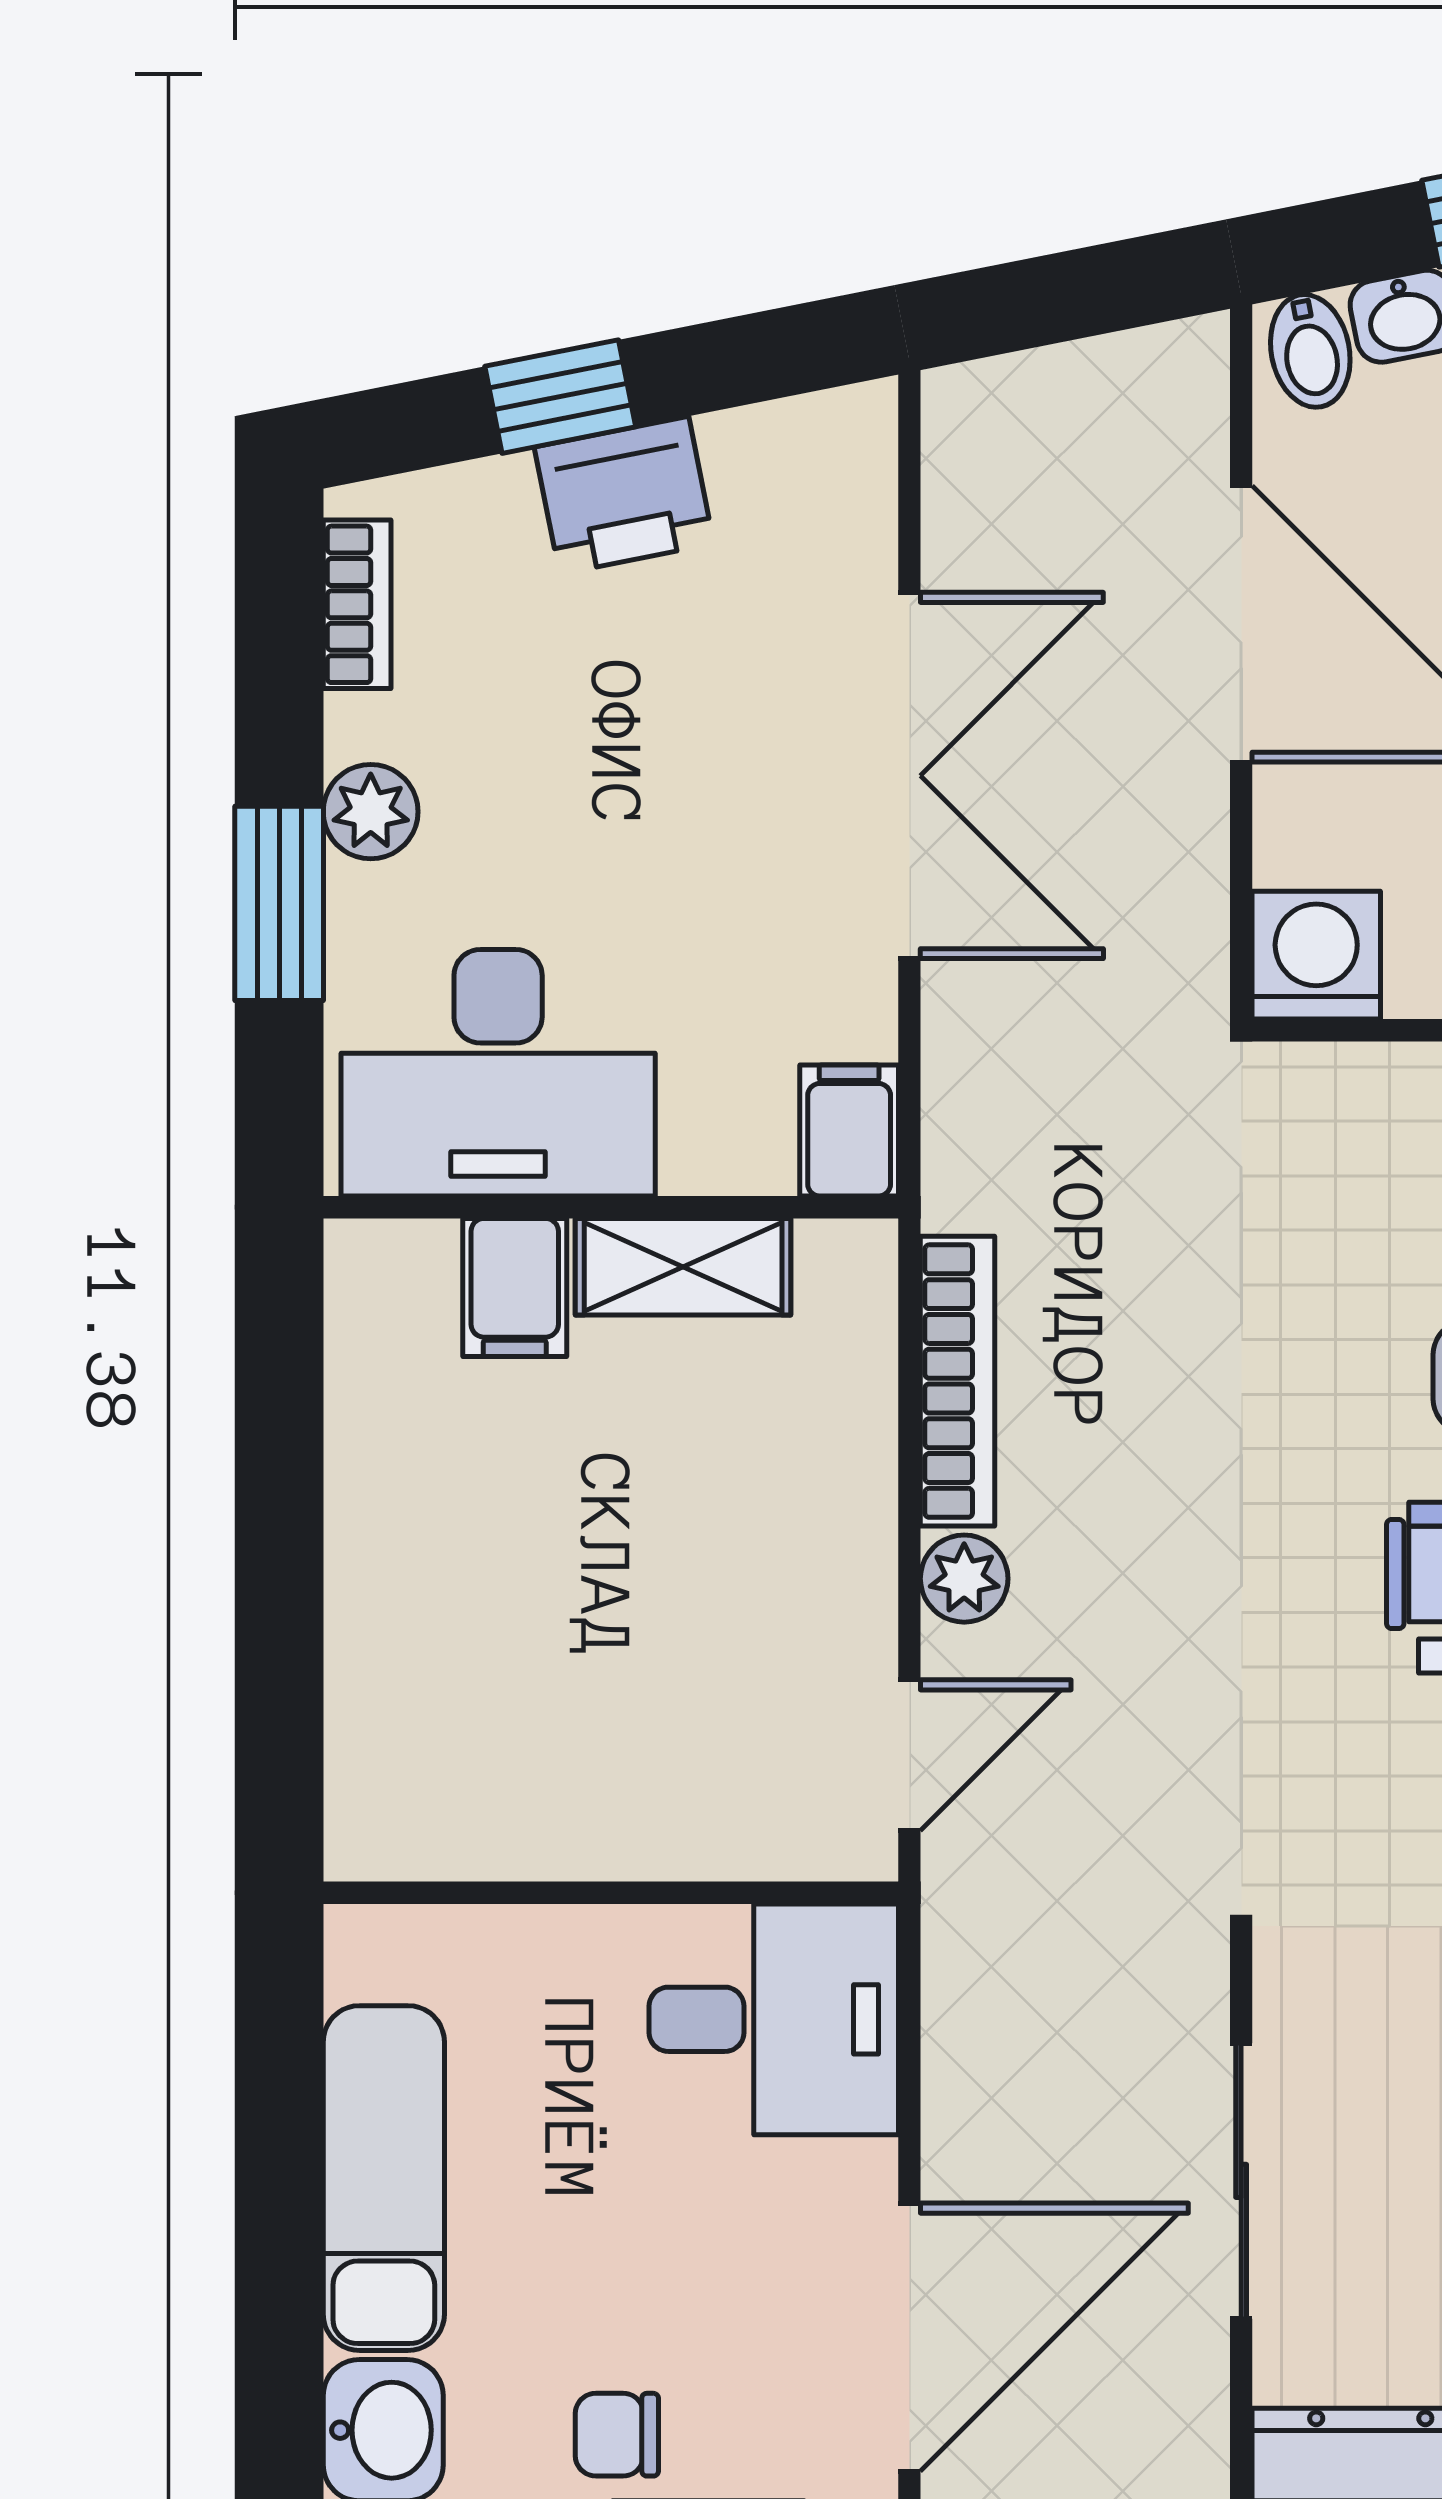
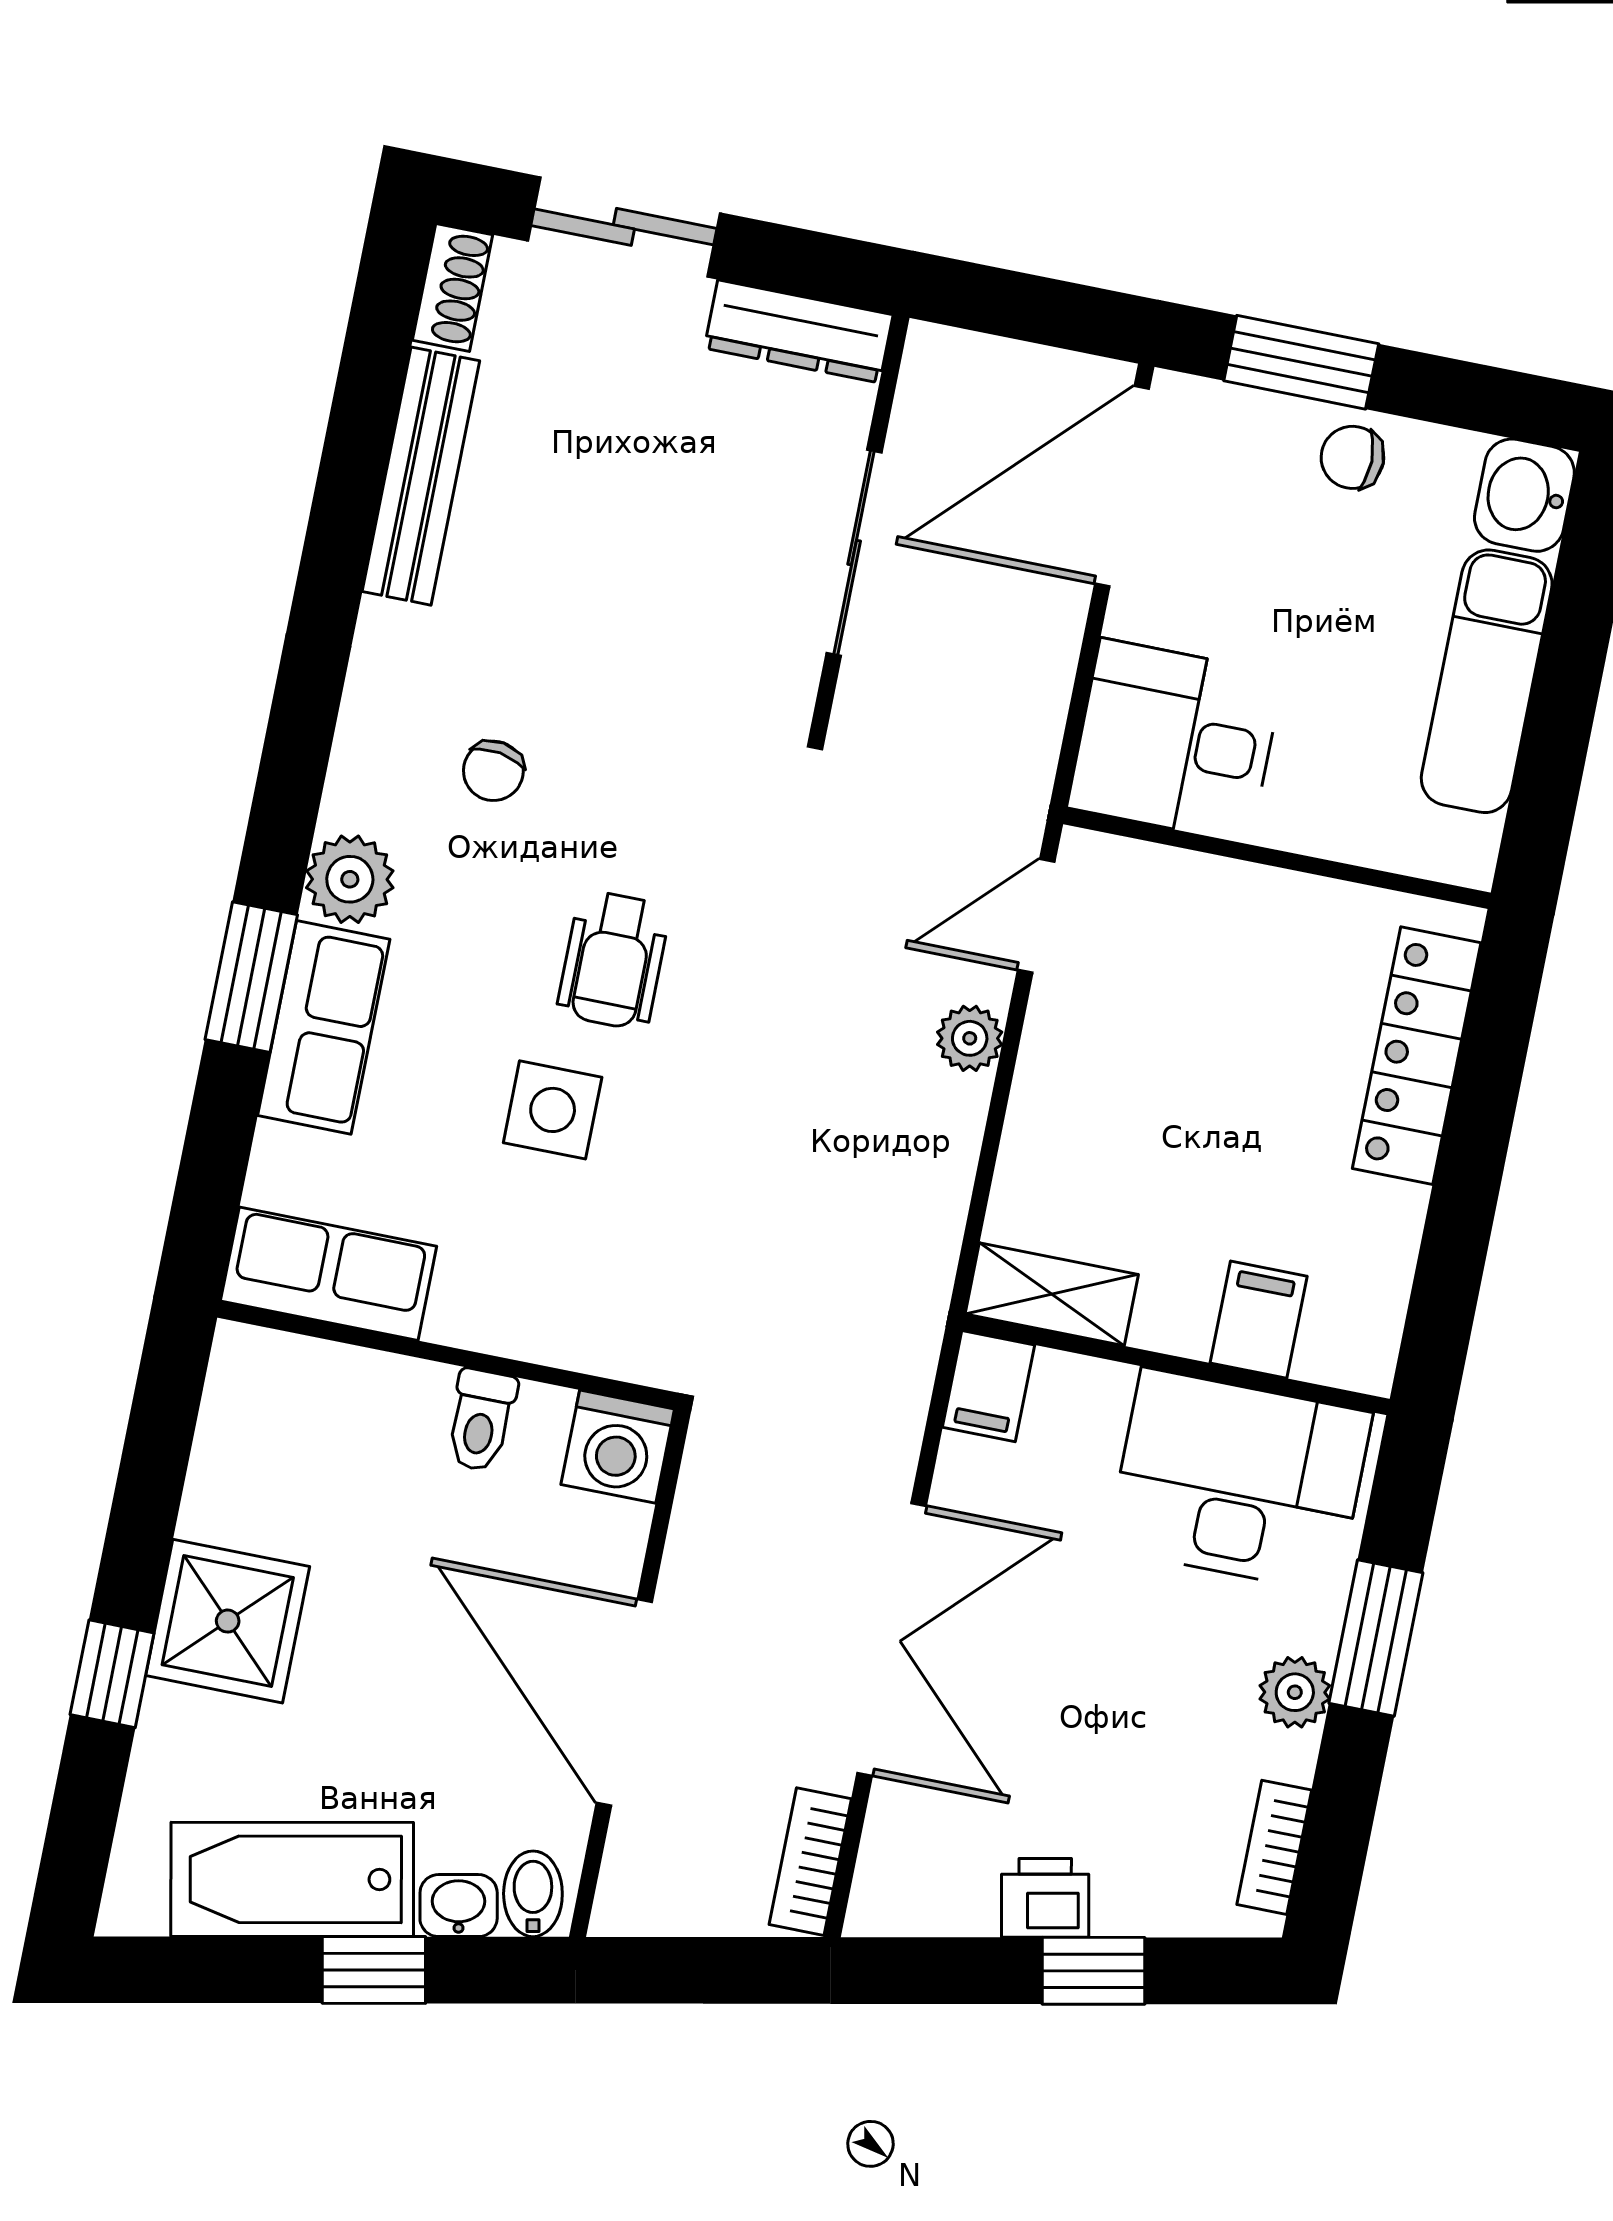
printer: (624, 495) -> (1045, 1898), width x0.73, depth x0.81
double door: (909, 776) -> (892, 1639), swing flipped
shelving: (683, 1267) -> (1052, 1294), moved
bookcase: (958, 1381) -> (810, 1862), moved, width x0.64
locker: (378, 1672) -> (1417, 1056), added
chair: (617, 2435) -> (1352, 457), turned 180

